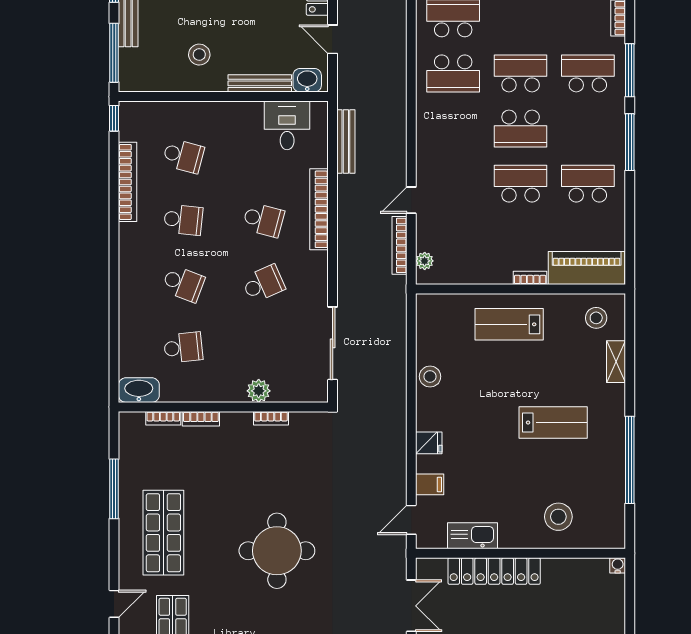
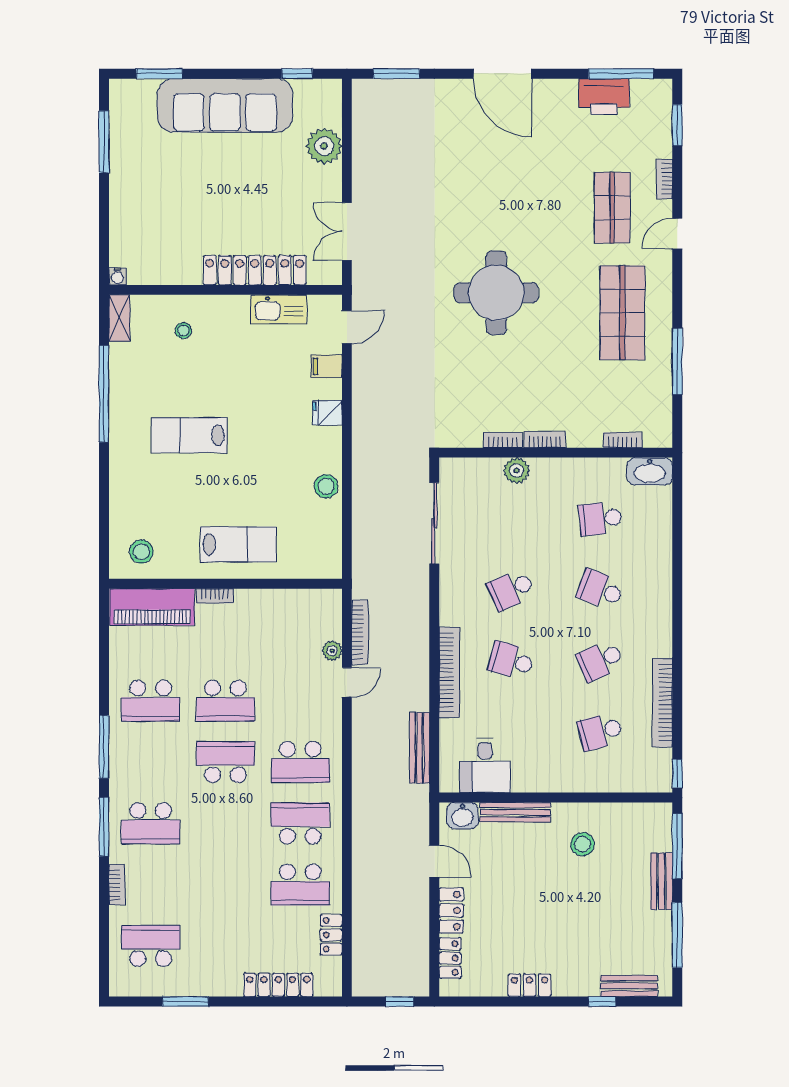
school desk: (521, 73) -> (300, 762), moved
school desk: (183, 156) -> (600, 732), turned -30
school desk: (183, 220) -> (600, 661), turned -30
plant: (425, 261) -> (332, 651), moved
shelving: (616, 362) -> (119, 318), moved
bookcase: (201, 419) -> (545, 440), moved
stool: (558, 517) -> (183, 331), width x0.53, depth x0.53

